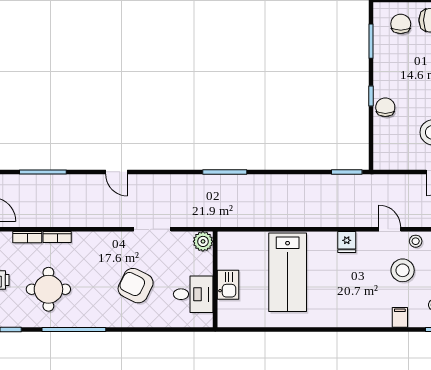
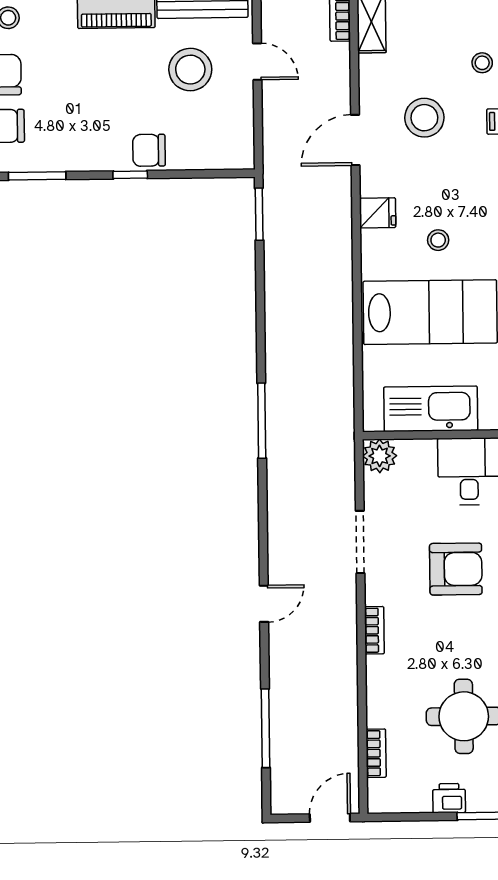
door: (390, 229) -> (355, 140), width x1.38
bookcase: (57, 237) -> (374, 630), moved
stool: (416, 241) -> (438, 240), moved
kitchen sink: (228, 285) -> (431, 409), width x1.88, depth x1.24
armchair: (136, 286) -> (456, 569), turned -116

